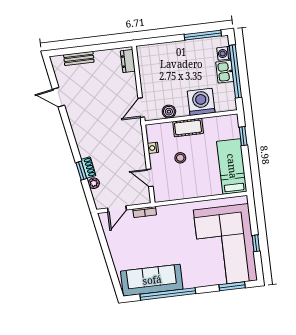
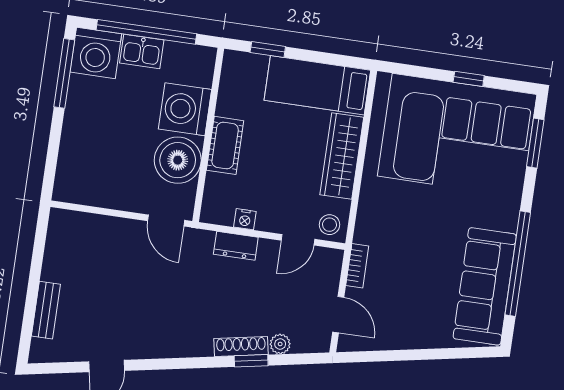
washing machine: (224, 53) -> (96, 53), width x1.89, depth x1.89
dresser: (128, 61) -> (236, 246), moved
boiler: (169, 112) -> (178, 160), width x1.86, depth x1.86
stool: (180, 158) -> (330, 225), moved
shoe rack: (88, 168) -> (241, 347), width x1.43
wardrobe: (199, 189) -> (342, 156), added

